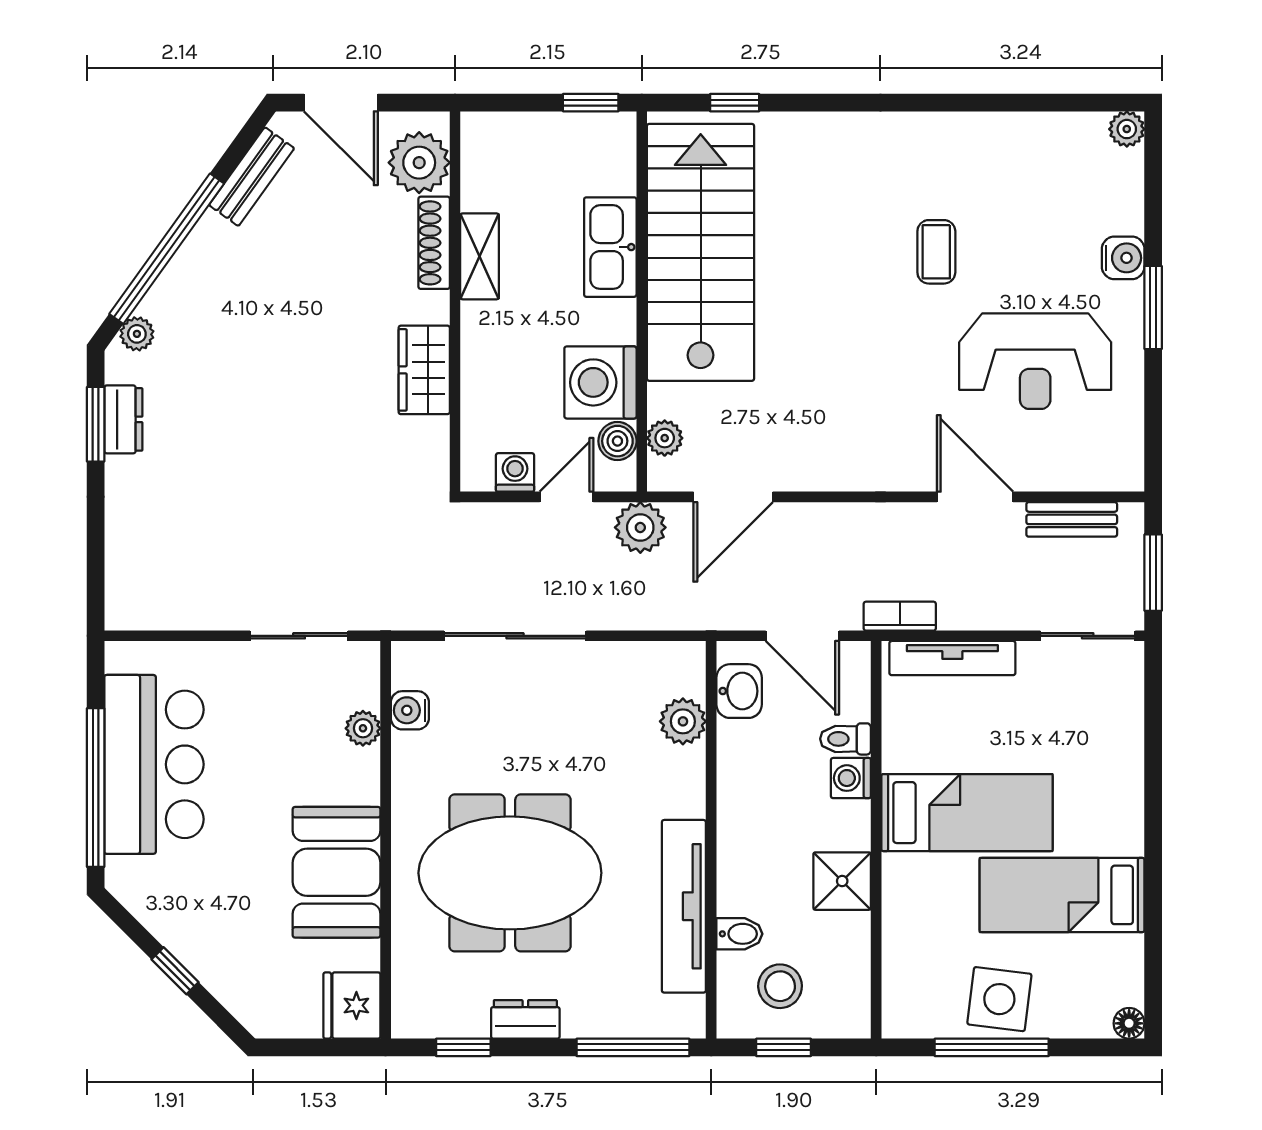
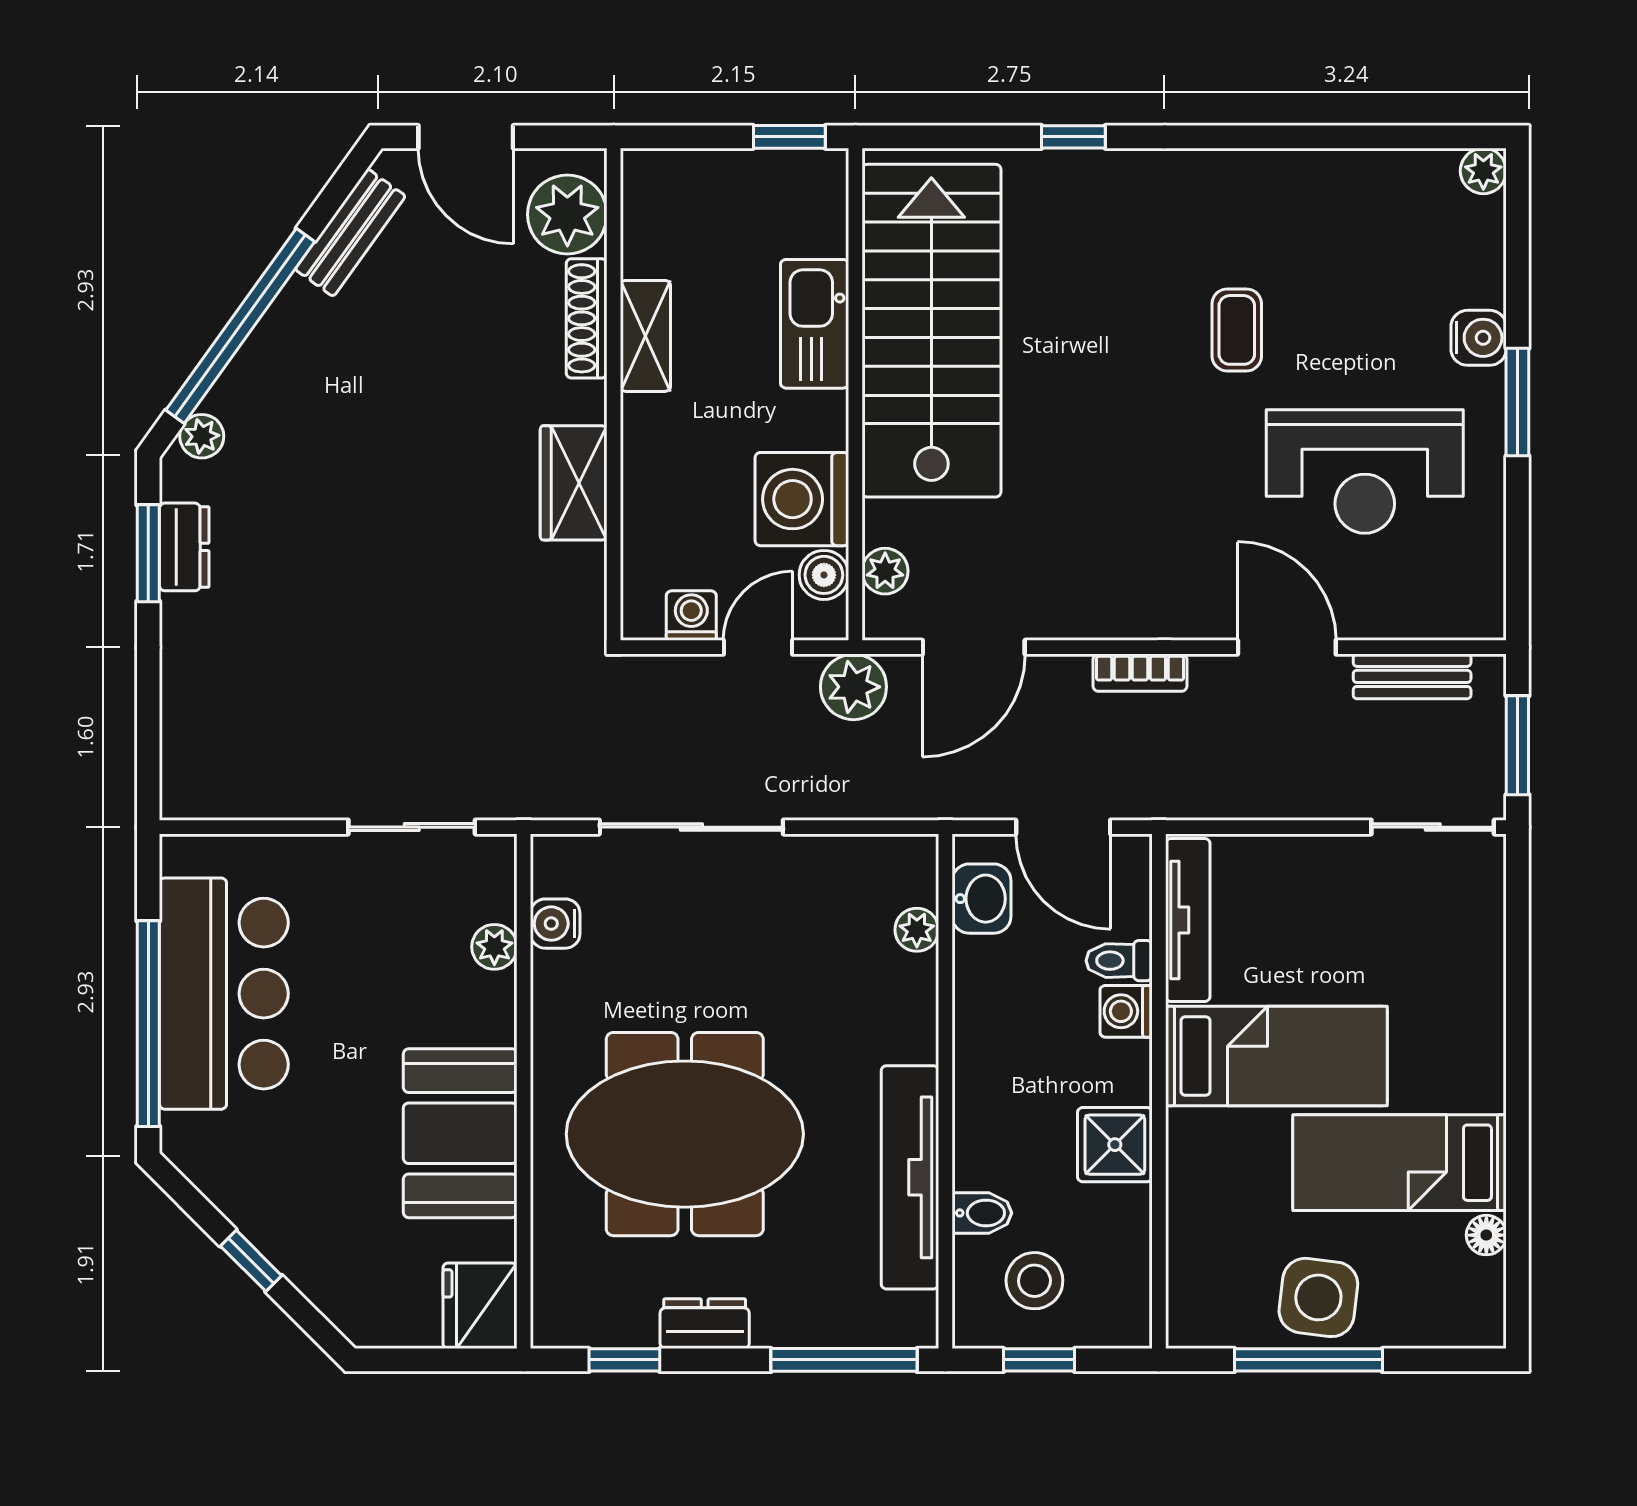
window: (735, 103) -> (1073, 137), moved
bookcase: (900, 616) -> (1140, 673), moved, turned 180
tv unit: (952, 658) -> (1188, 920), moved, turned -90
plant: (683, 721) -> (917, 930), width x0.73, depth x0.73
floor lamp: (1129, 1023) -> (1486, 1235), moved

